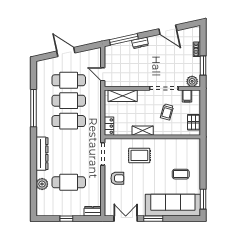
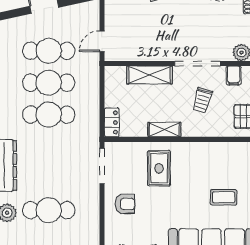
door: (103, 74) -> (102, 41), hinge flipped
shelving: (123, 96) -> (150, 75), moved
rug: (139, 155) -> (159, 168), turned 90

